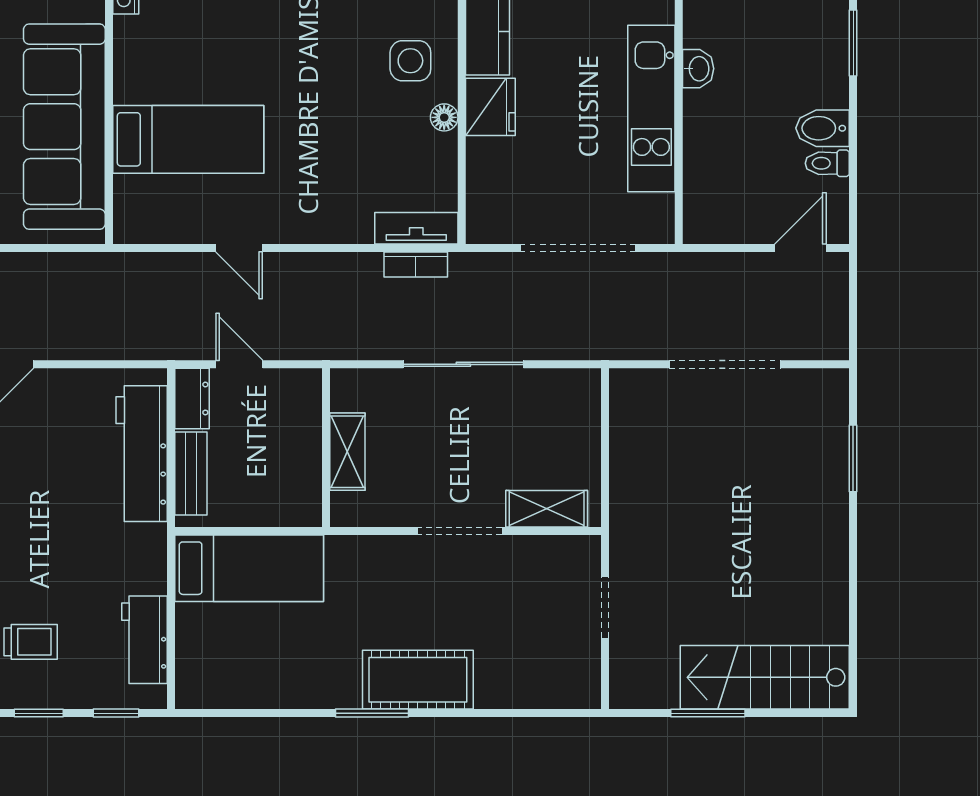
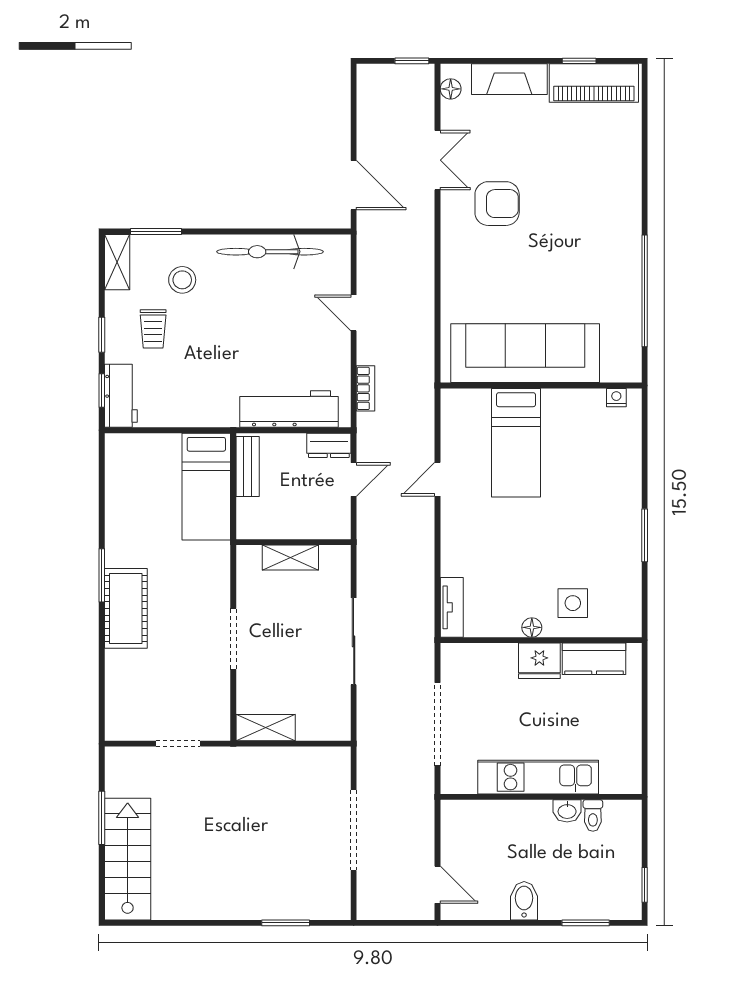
toilet: (827, 163) -> (593, 815), moved, turned 180
bookcase: (416, 265) -> (366, 388), moved, turned 180
bench: (191, 474) -> (248, 466), moved, turned 90
shelving: (547, 509) -> (266, 728), moved, turned 90
workbench: (145, 640) -> (121, 396), moved, turned 90

